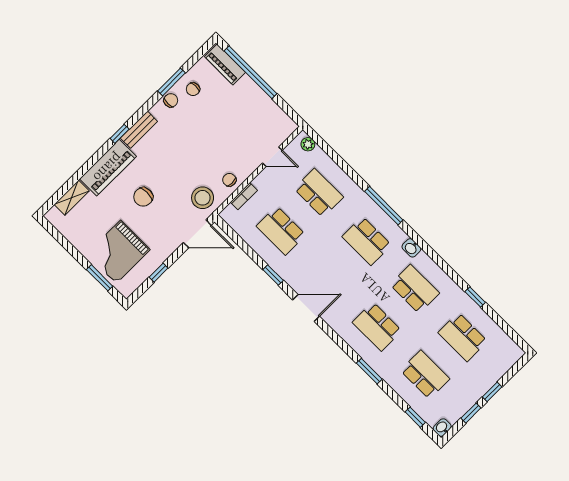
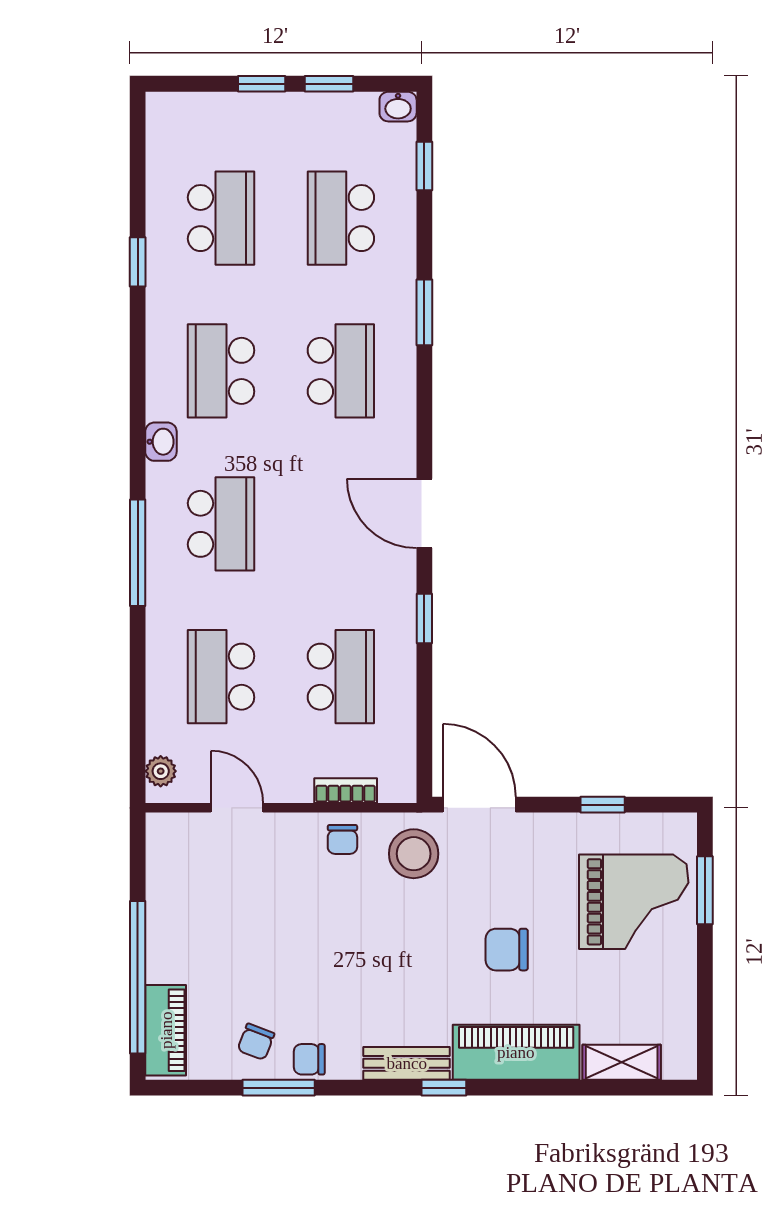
chair: (193, 89) -> (256, 1042), turned 111
chair: (143, 197) -> (507, 950), turned 180

